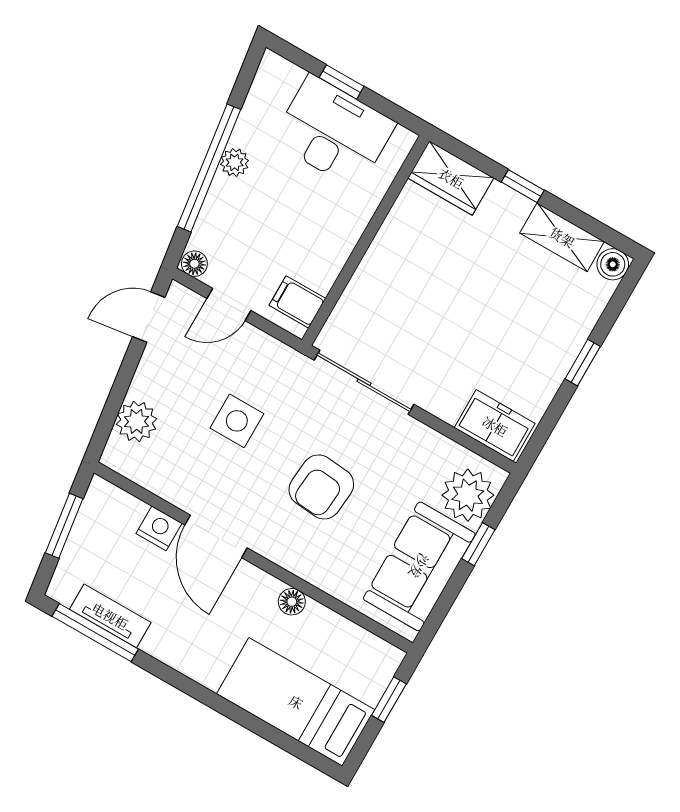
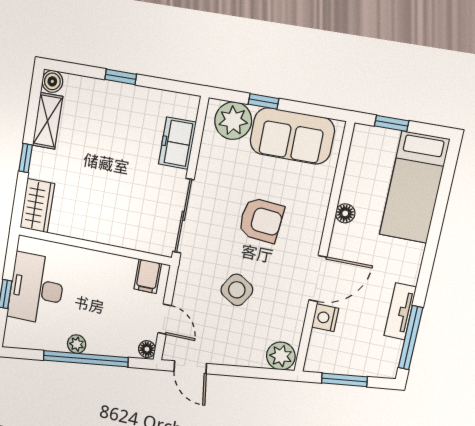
plant: (136, 421) -> (281, 356), moved
side table: (237, 421) -> (237, 290), turned 31
freezer: (495, 426) -> (177, 143), moved
tv unit: (110, 616) -> (400, 311), moved

